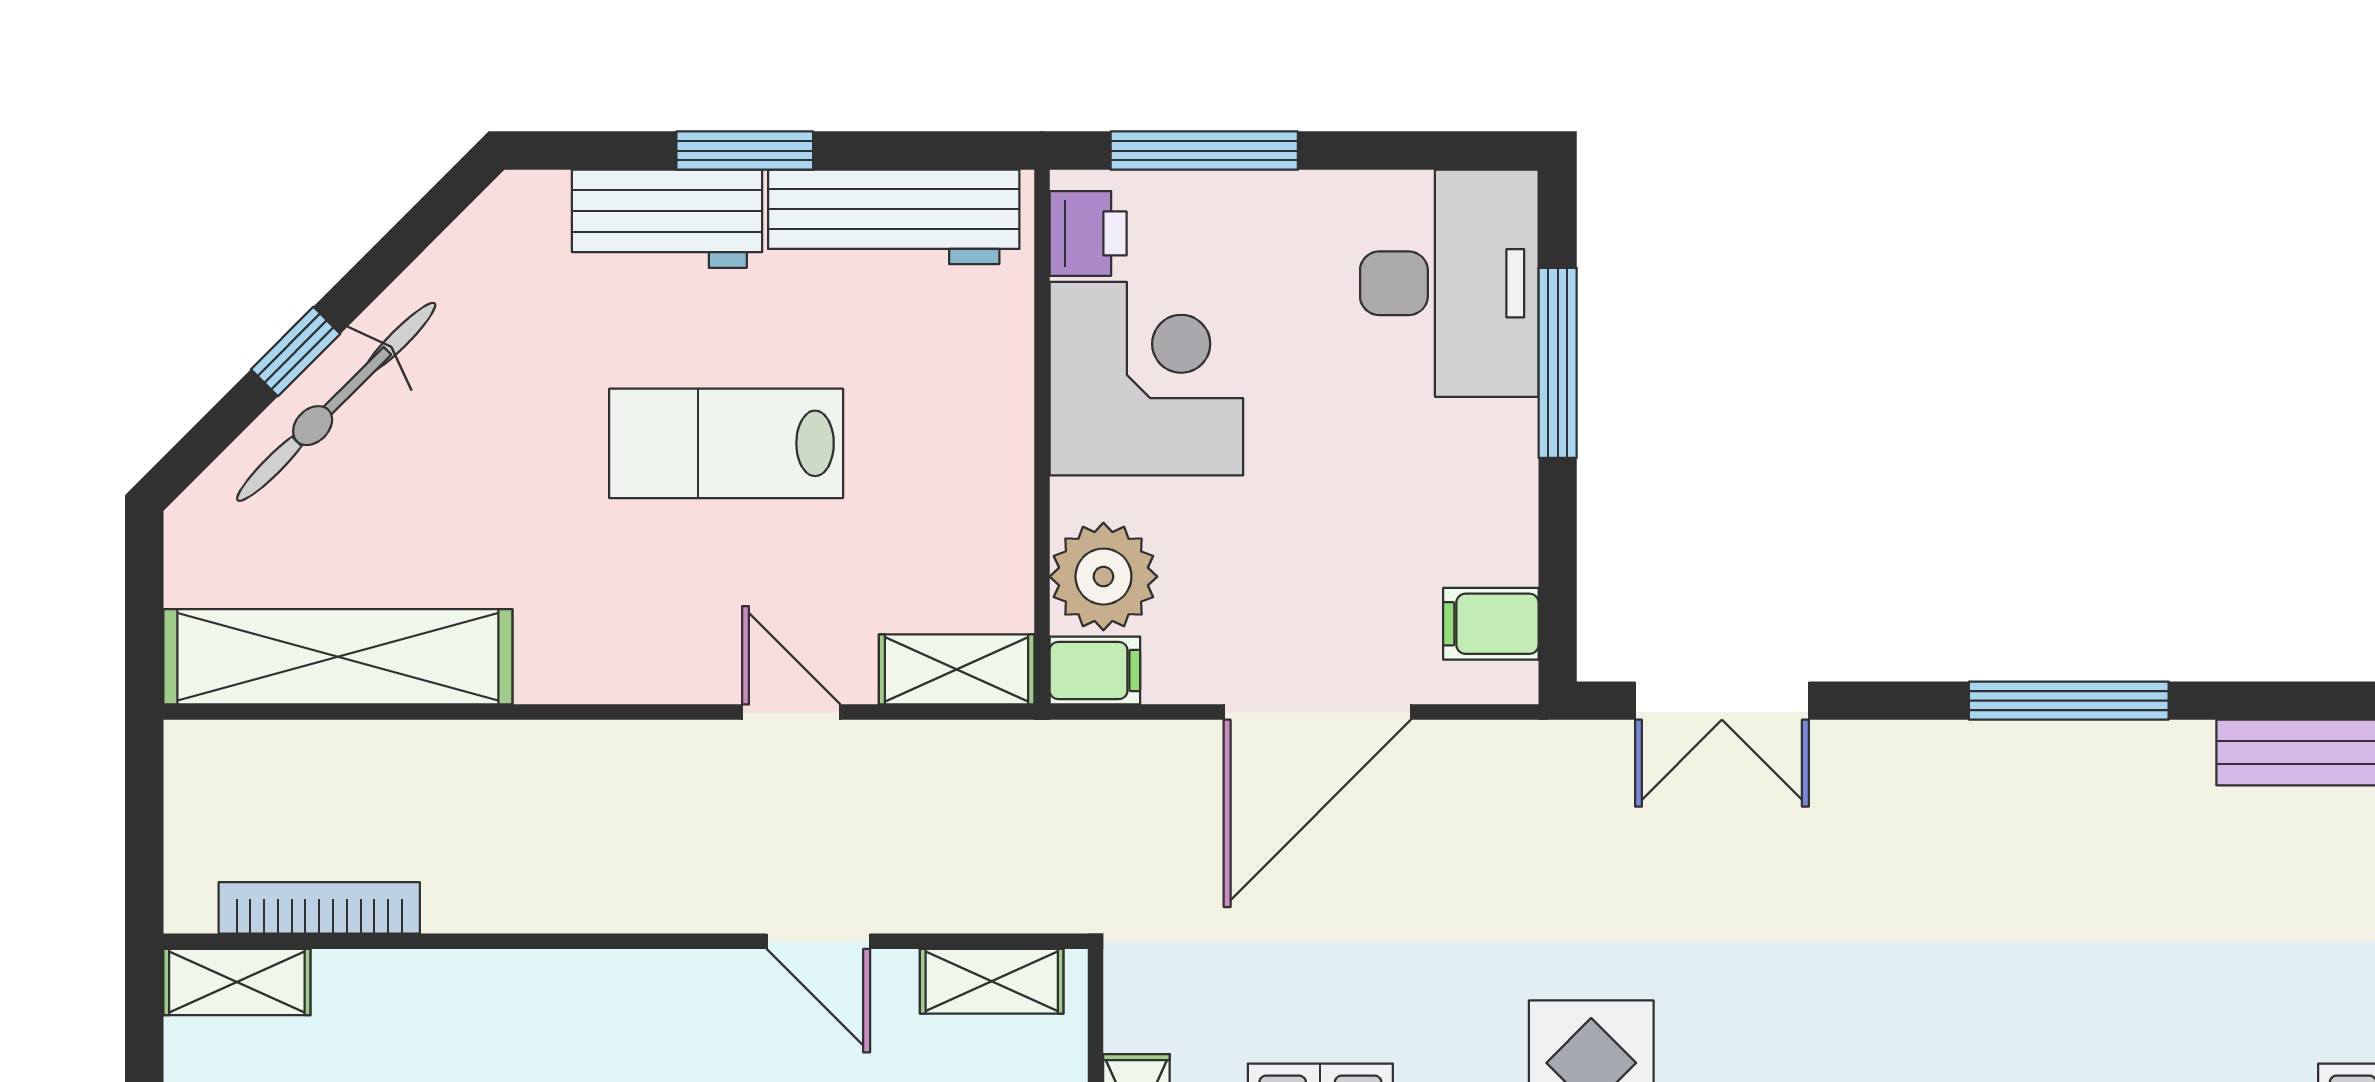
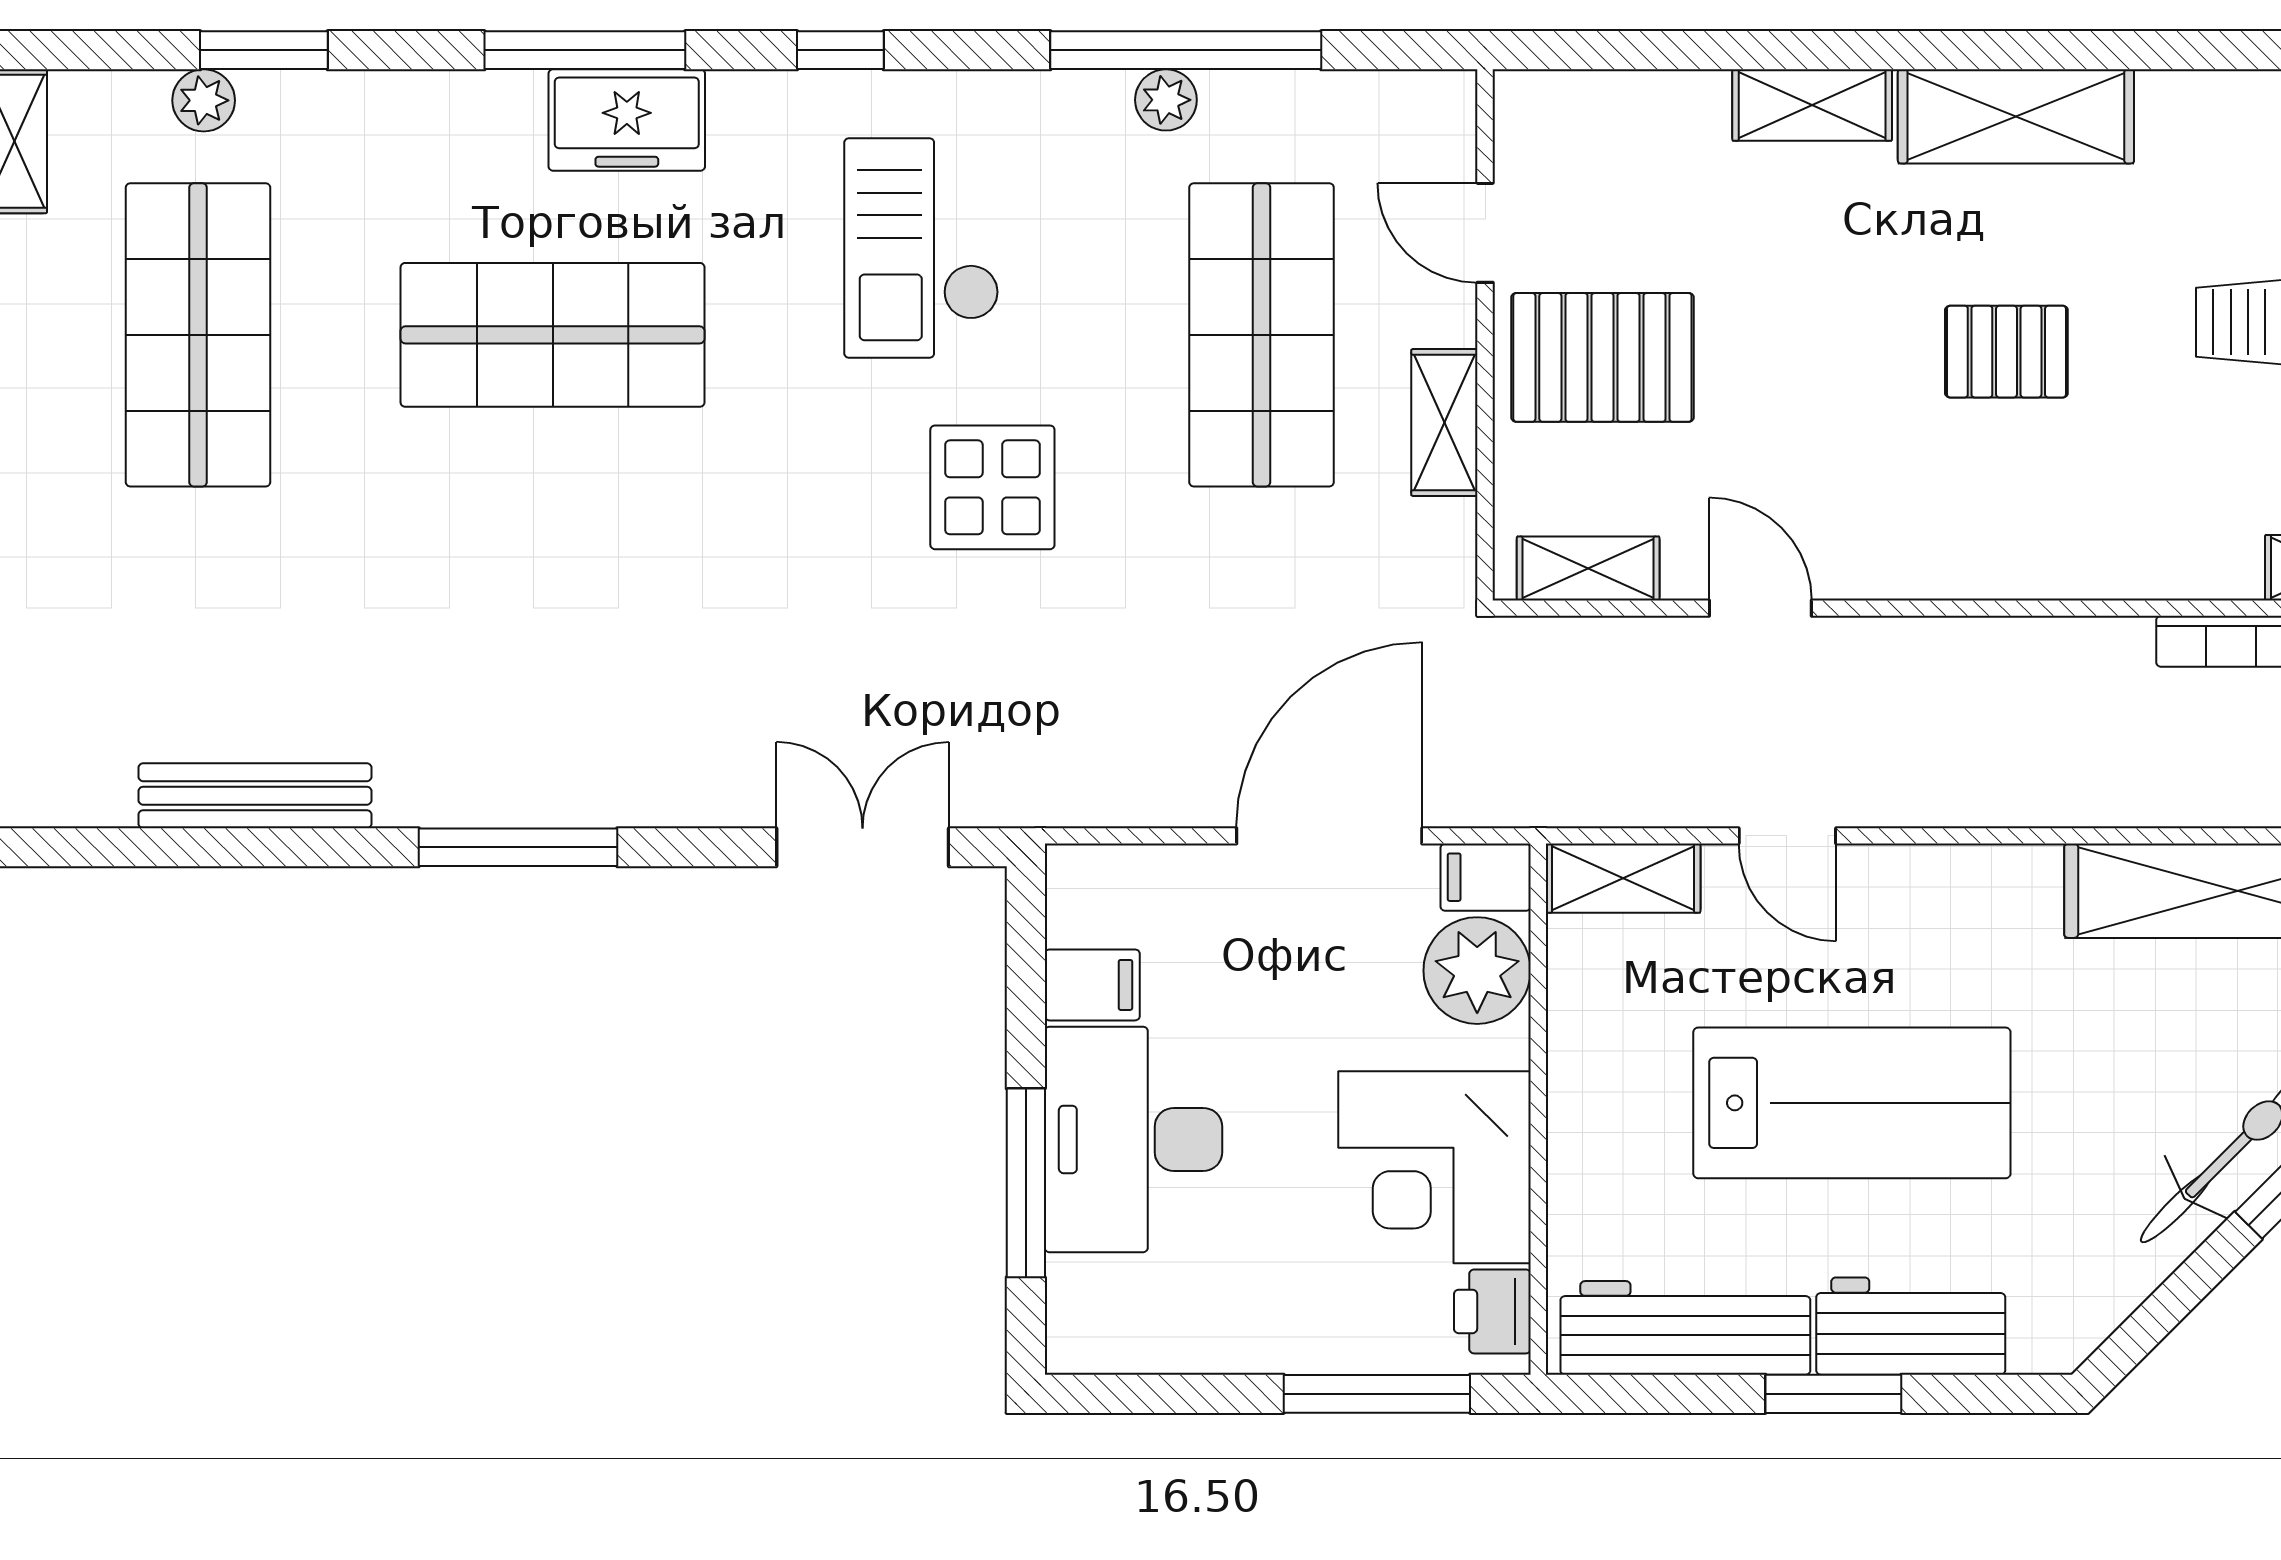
desk: (1449, 283) -> (1133, 1139), moved
lab bench: (726, 443) -> (1852, 1103), width x1.36, depth x1.39
filing cabinet: (1491, 624) -> (1092, 985), moved
door: (1317, 712) -> (1329, 836), moved

